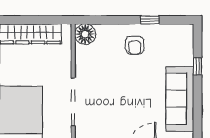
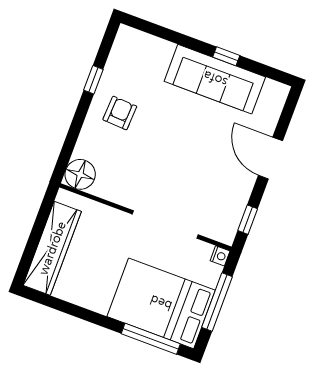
armchair: (135, 45) -> (120, 113), turned -87
window: (198, 66) -> (226, 56), moved

